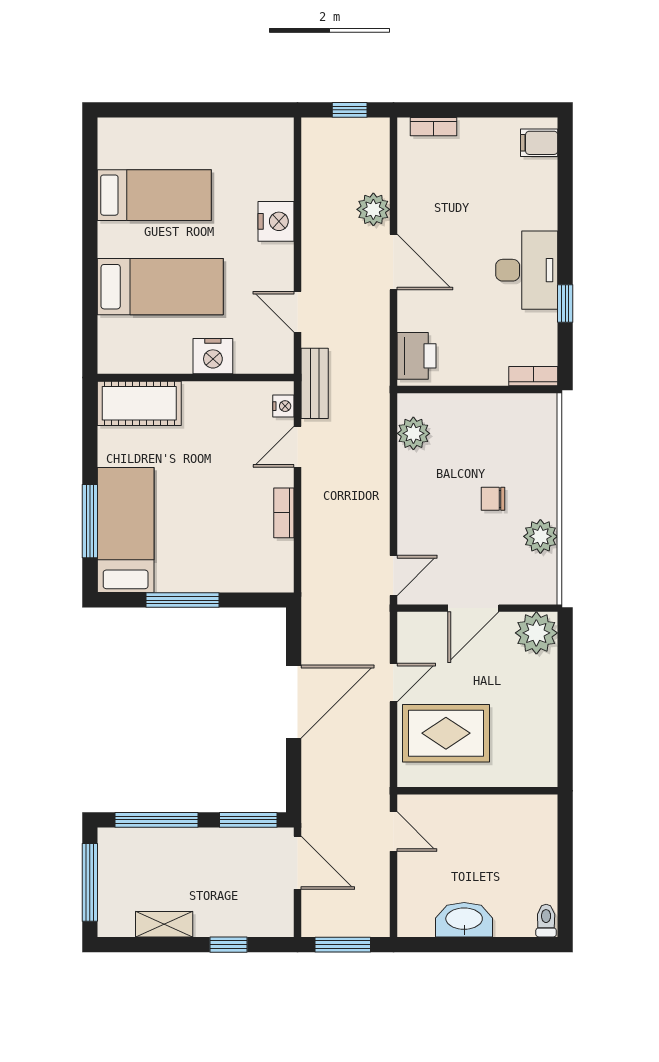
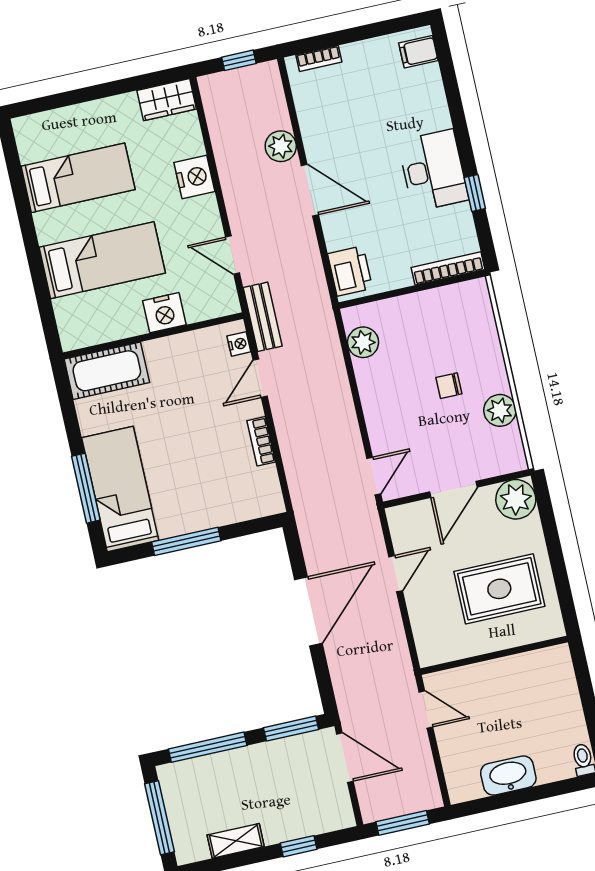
wardrobe: (265, 134) -> (167, 100), added
bookcase: (533, 376) -> (448, 268), width x1.56
rug: (446, 733) -> (499, 589), moved

